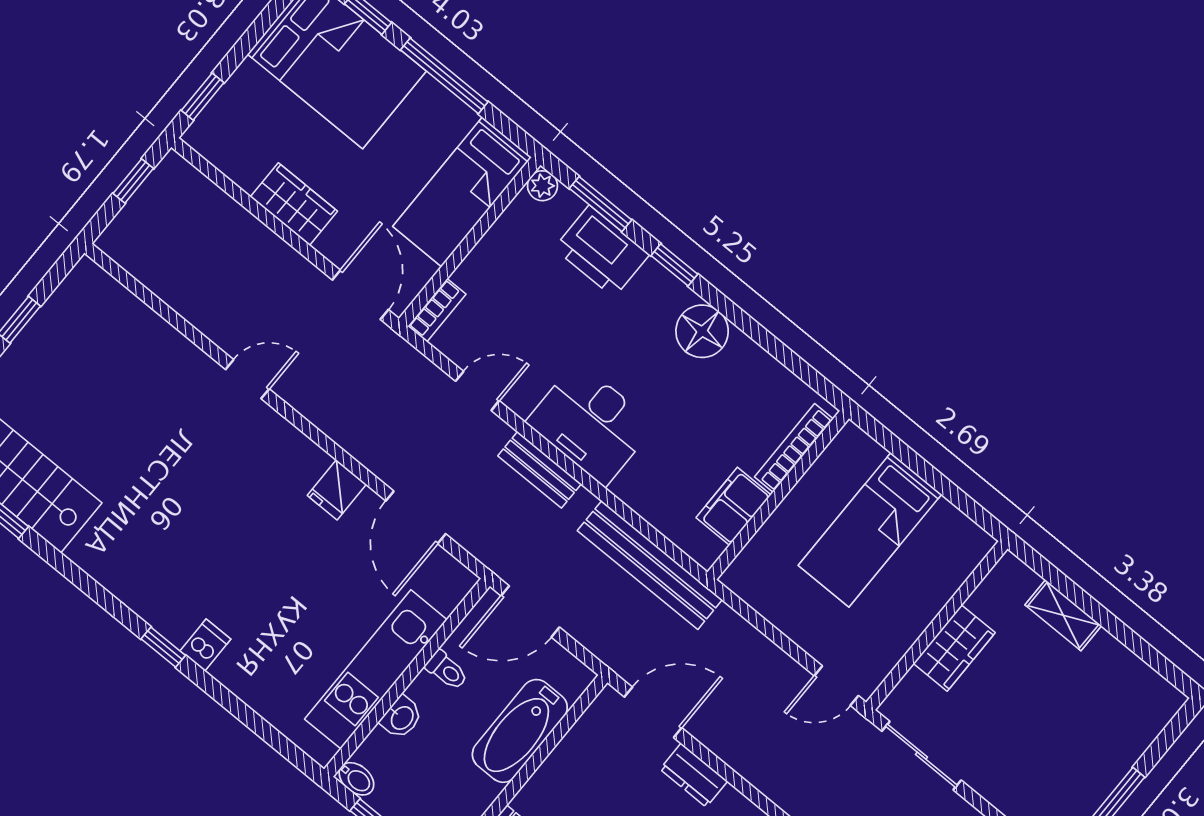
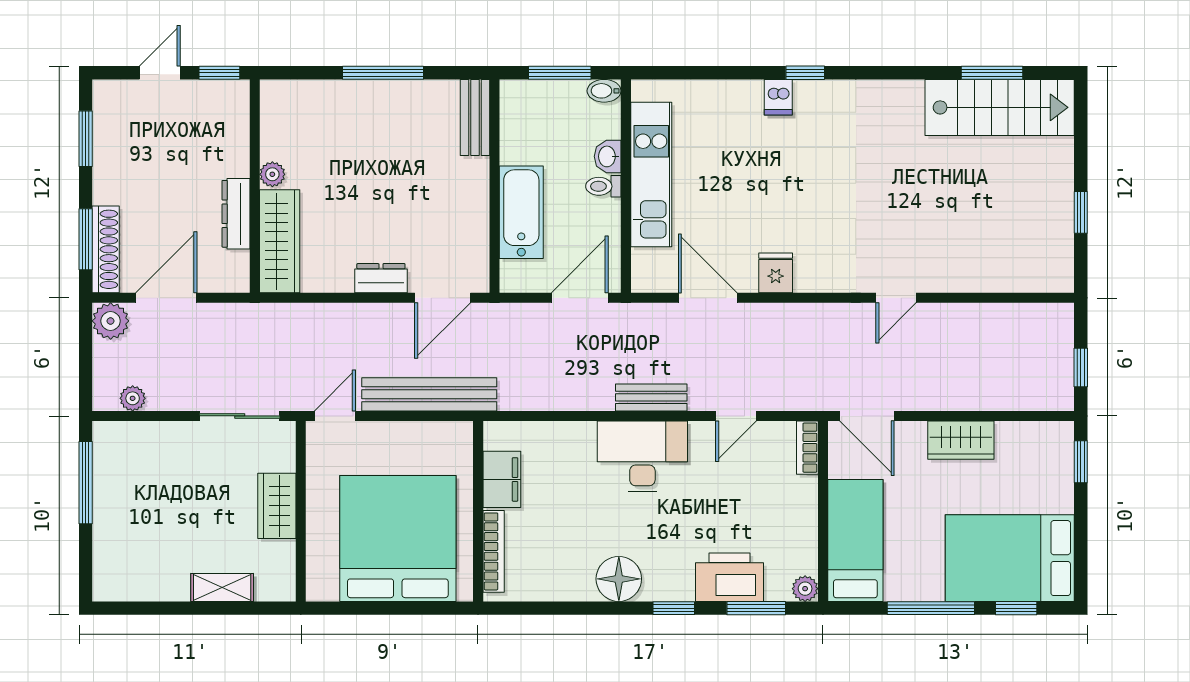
bed: (870, 530) -> (398, 538), width x2.04
bench: (650, 565) -> (429, 394), moved
toilet: (447, 670) -> (603, 186), moved

